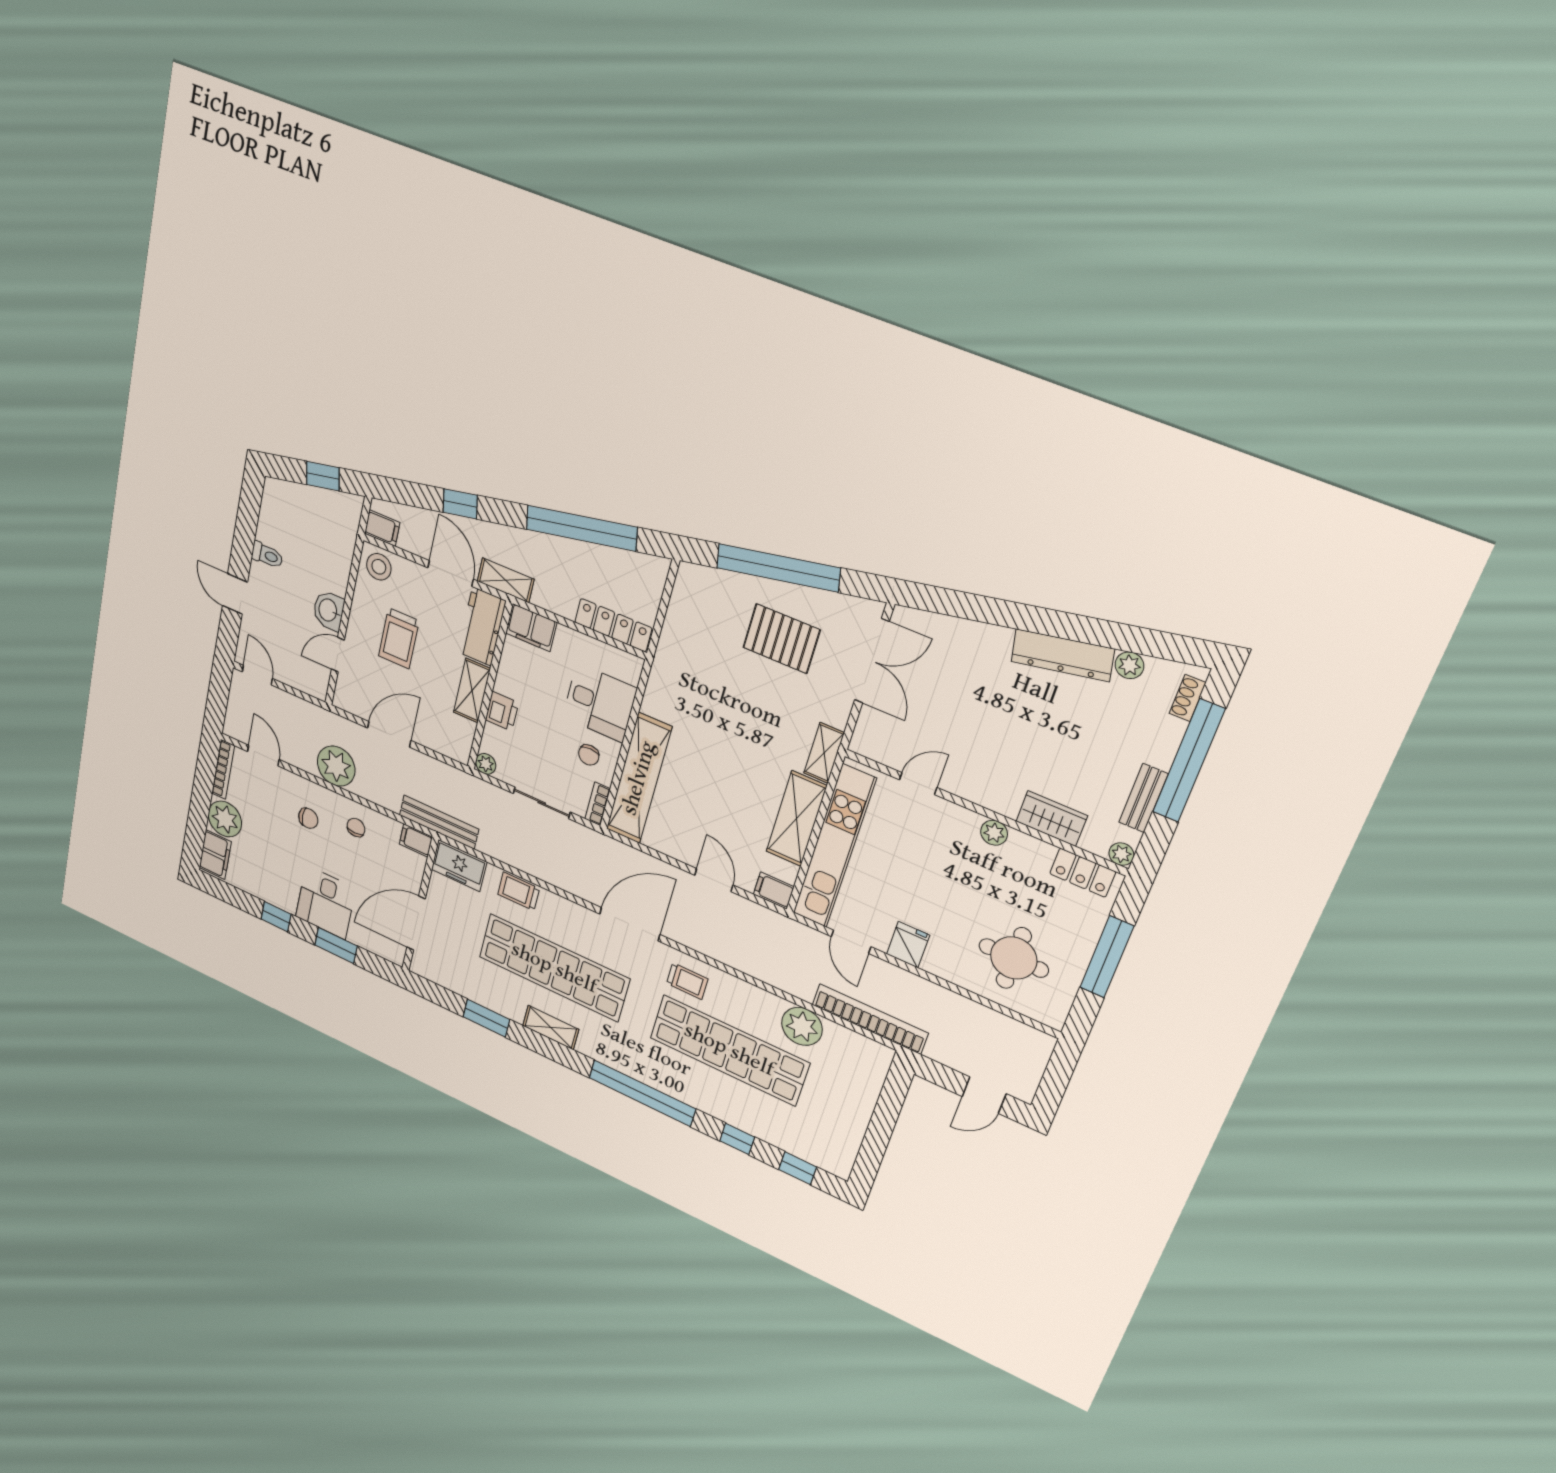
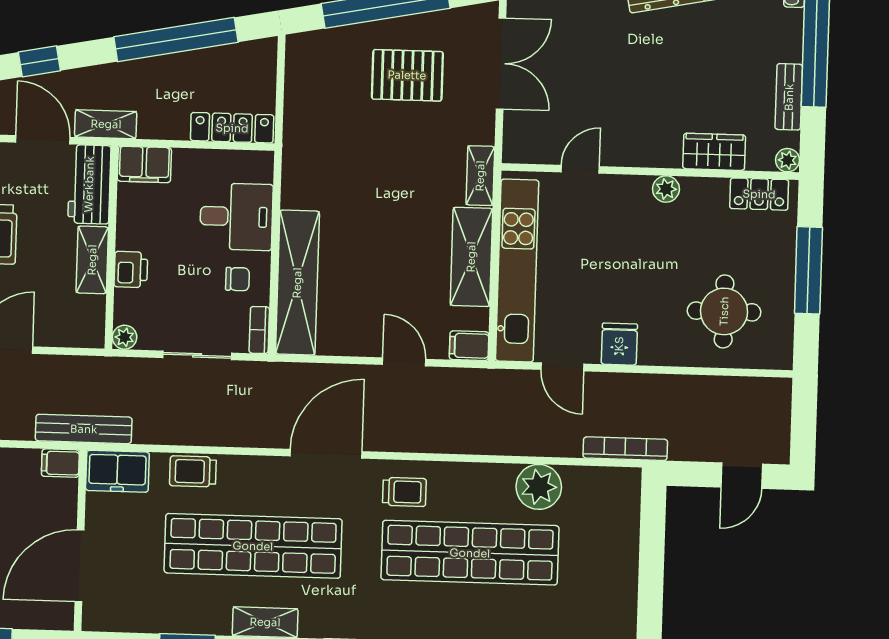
chair: (589, 755) -> (237, 279), turned -90
bookcase: (870, 1019) -> (625, 449), width x0.68, depth x0.76

